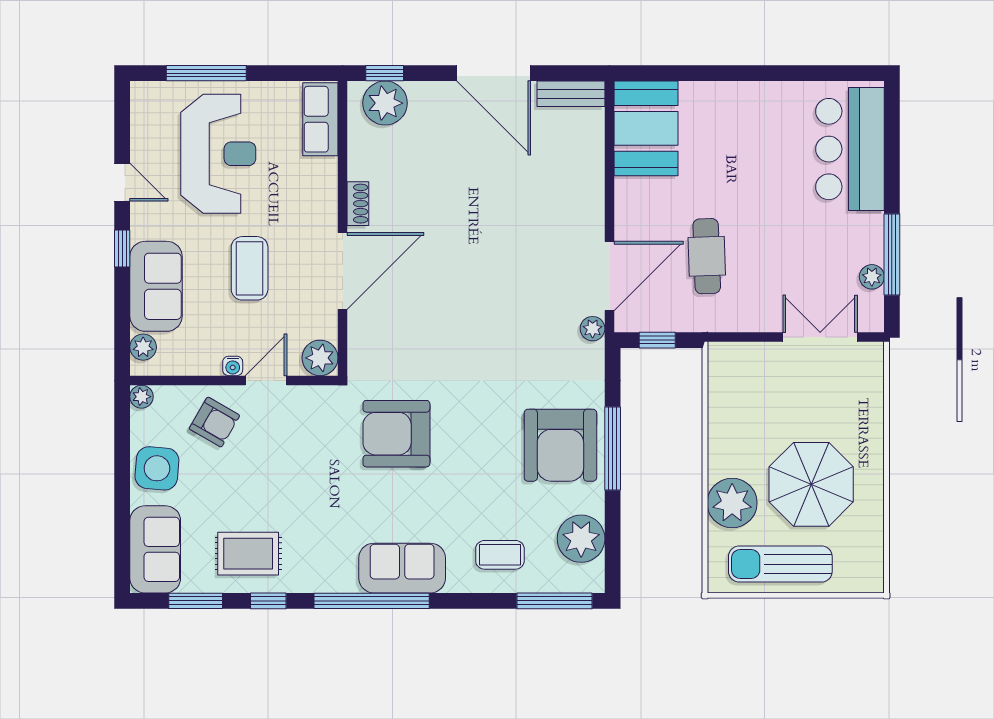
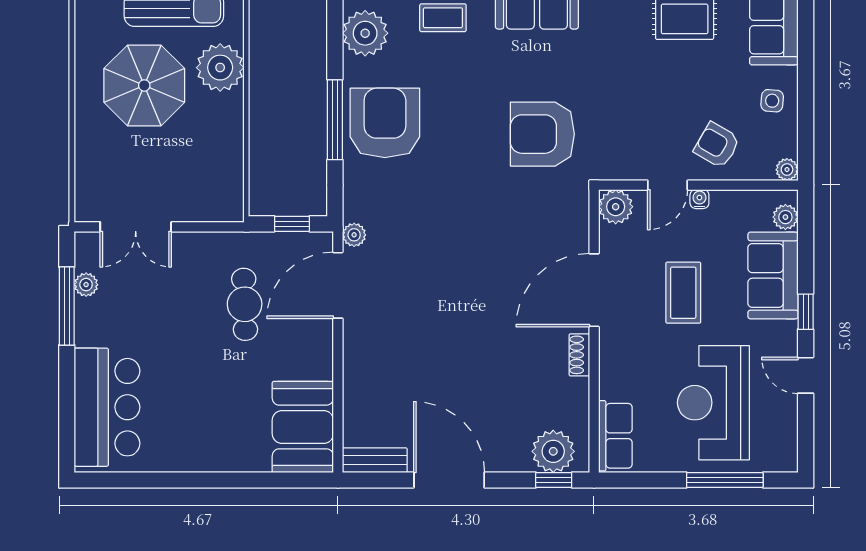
armchair: (396, 434) -> (542, 134), turned 180
side table: (157, 468) -> (772, 101), width x0.54, depth x0.54

